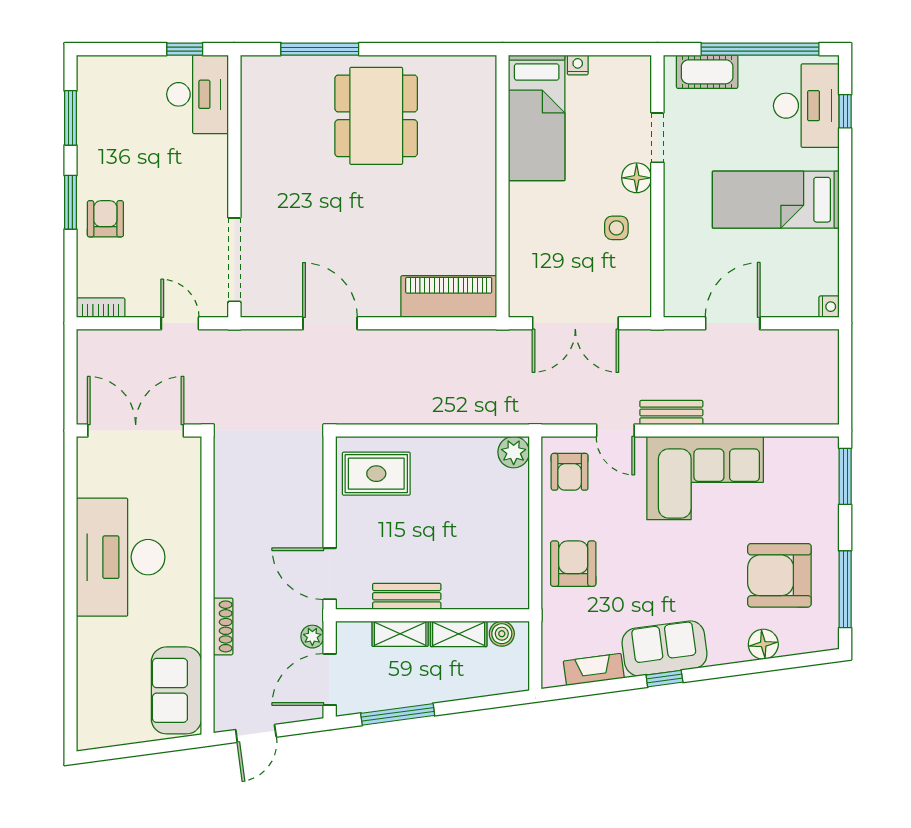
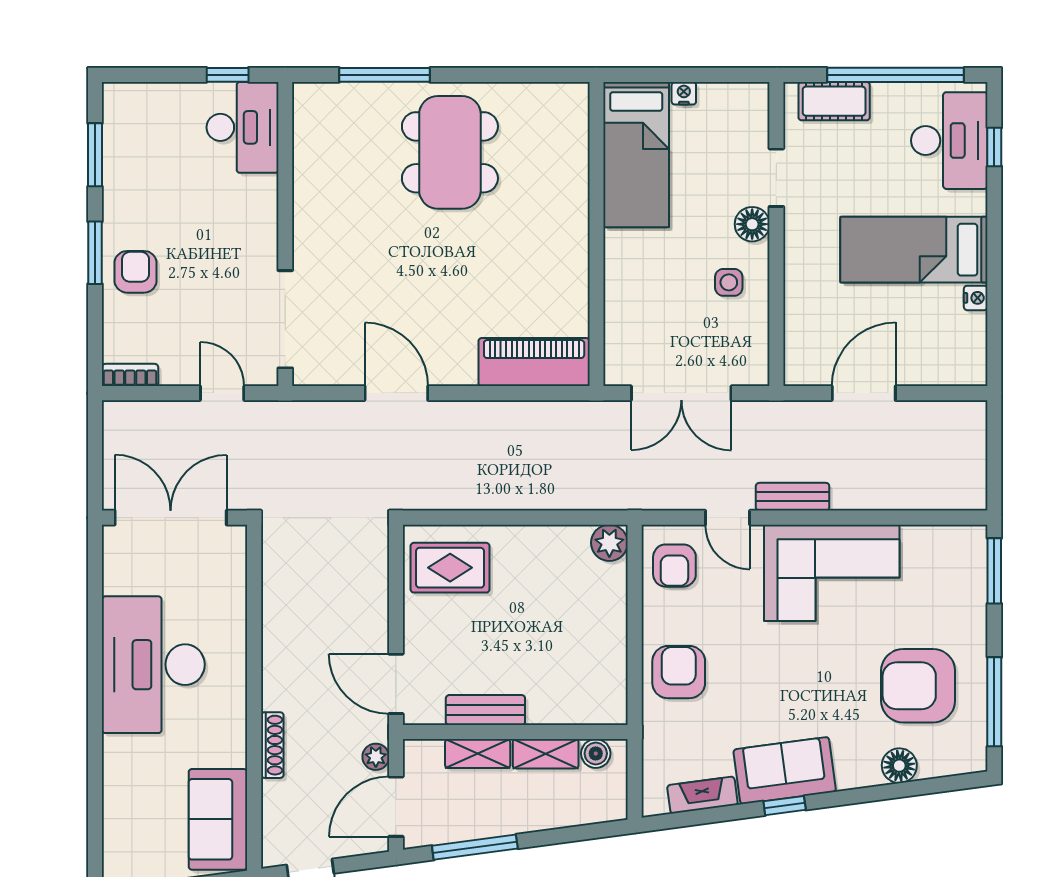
nightstand: (829, 307) -> (976, 298), moved

